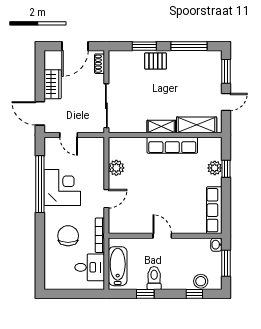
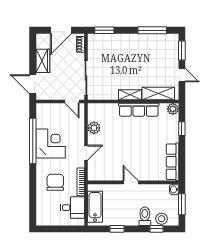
window: (144, 46) -> (104, 30), moved
pallet: (156, 61) -> (125, 42), removed
door: (226, 102) -> (182, 75), hinge flipped
door: (69, 135) -> (72, 102), moved
plant: (215, 168) -> (173, 109), moved
toilet: (154, 278) -> (145, 216), moved

